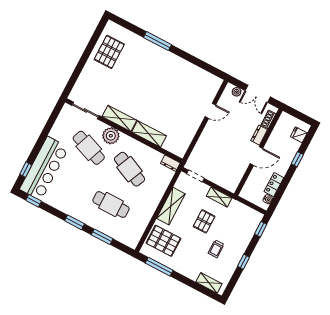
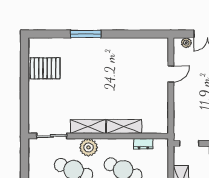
pallet: (109, 52) -> (45, 68), turned 90
dresser: (170, 163) -> (143, 144), moved

